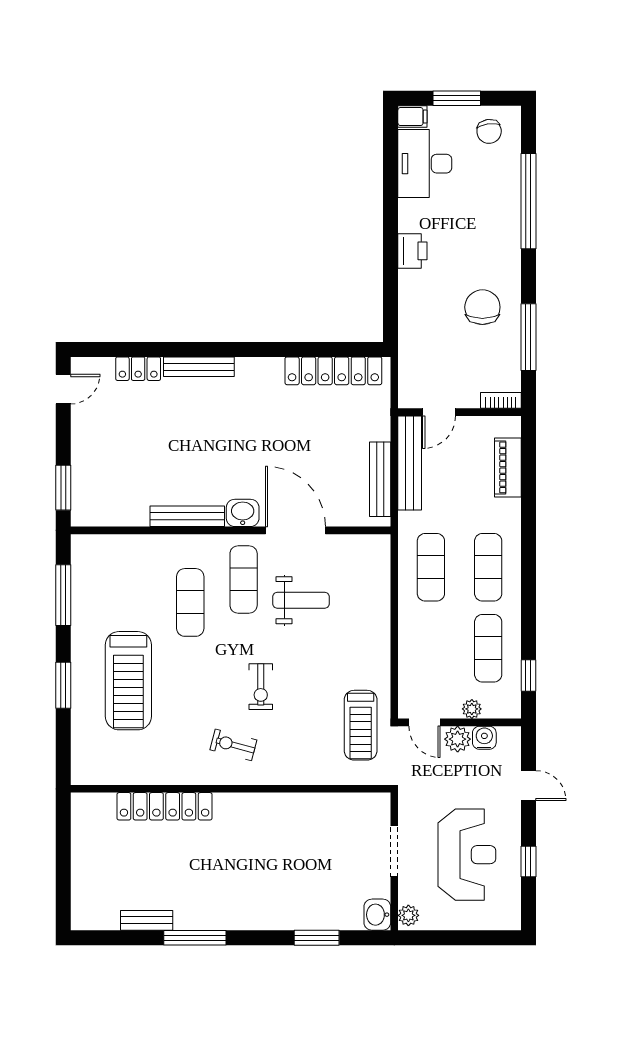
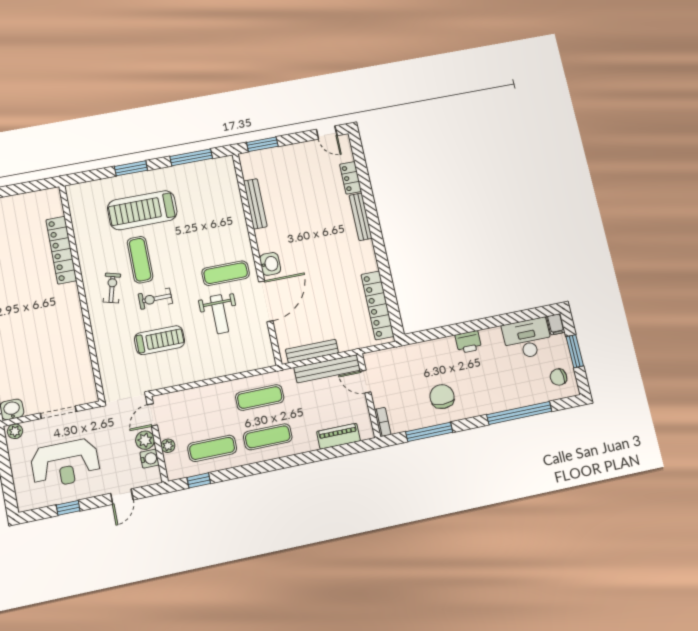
chair: (482, 307) -> (442, 397), turned -90
bench: (187, 516) -> (255, 204), moved
exercise mat: (190, 602) -> (140, 260), moved, turned 90
treadmill: (361, 725) -> (160, 340), moved, turned 180

